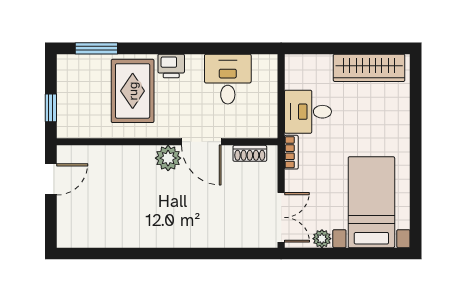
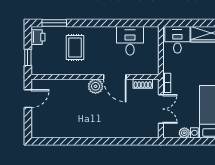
printer: (171, 66) -> (38, 37), moved, turned -90
rug: (133, 91) -> (75, 48), width x0.73, depth x0.70
desk: (308, 112) -> (177, 40), moved, turned 90
double door: (281, 217) -> (161, 109), moved

